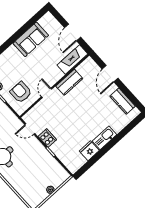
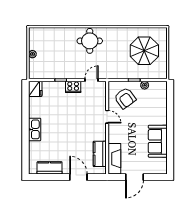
door: (73, 32) -> (134, 177), swing flipped
kitchen counter: (69, 82) -> (100, 154), moved
armchair: (21, 92) -> (125, 98), turned 54
fridge: (89, 151) -> (35, 89), moved

